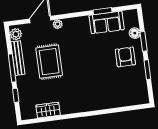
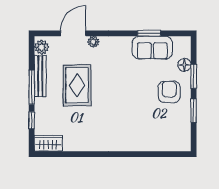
wardrobe: (48, 110) -> (48, 143), moved

